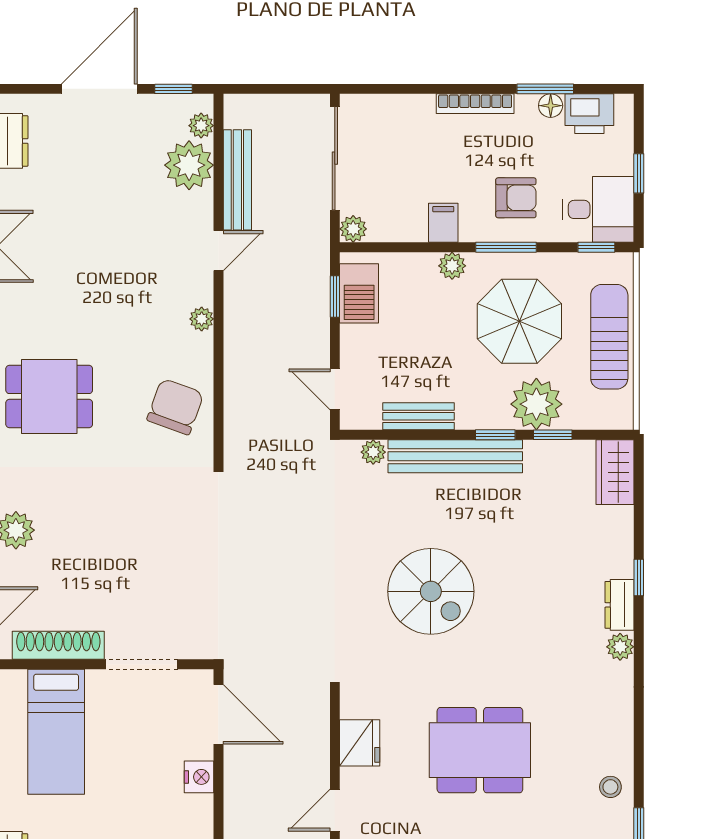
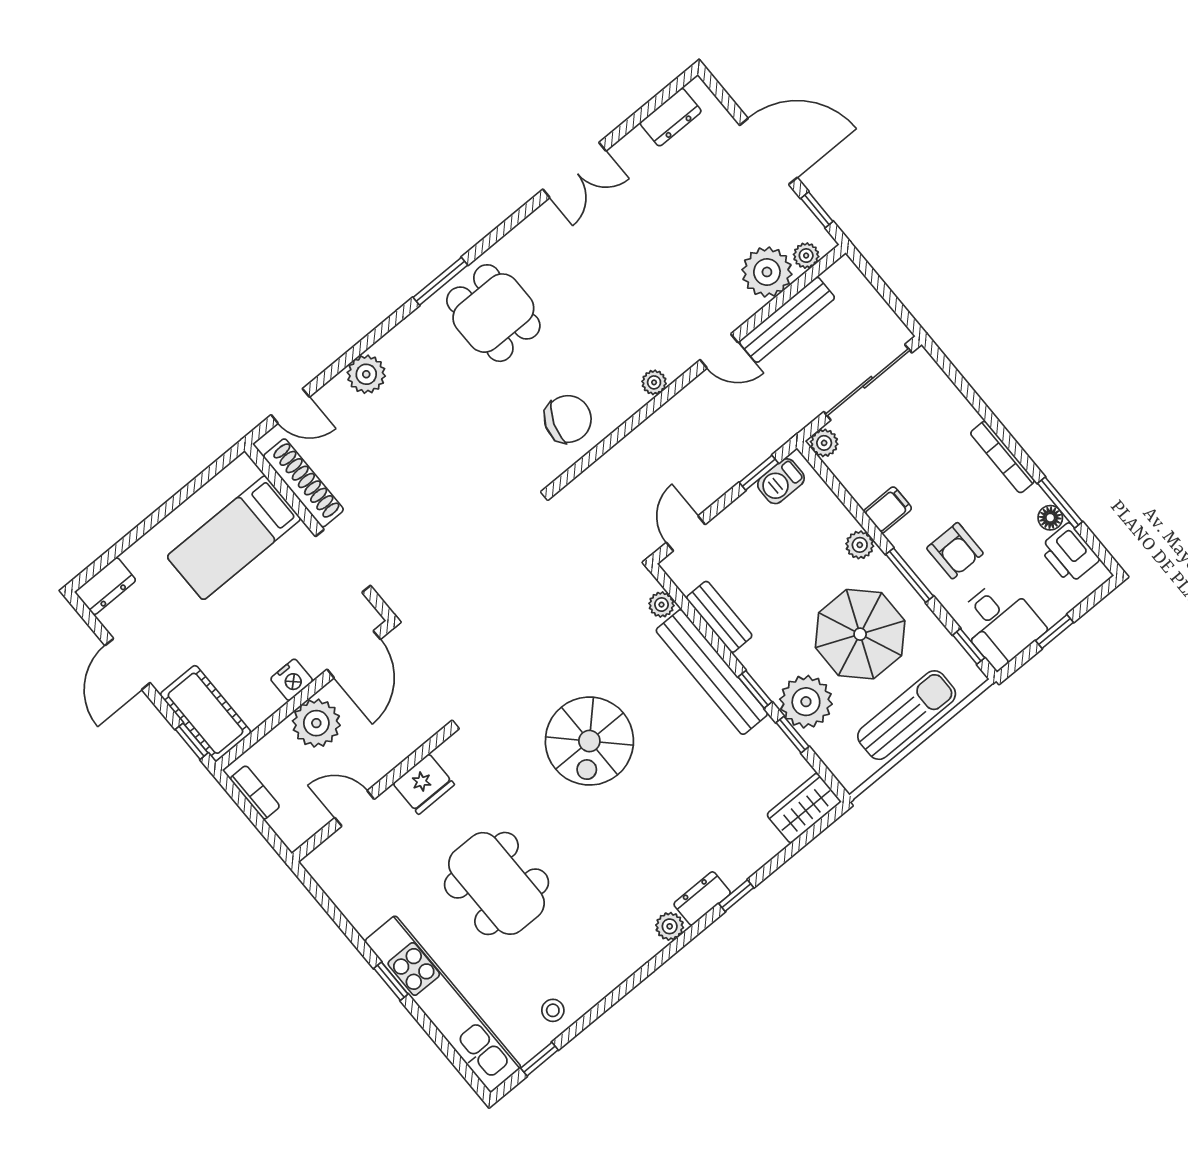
barbecue: (359, 293) -> (781, 481), width x0.73, depth x0.79
plant: (247, 785) -> (316, 723), added

